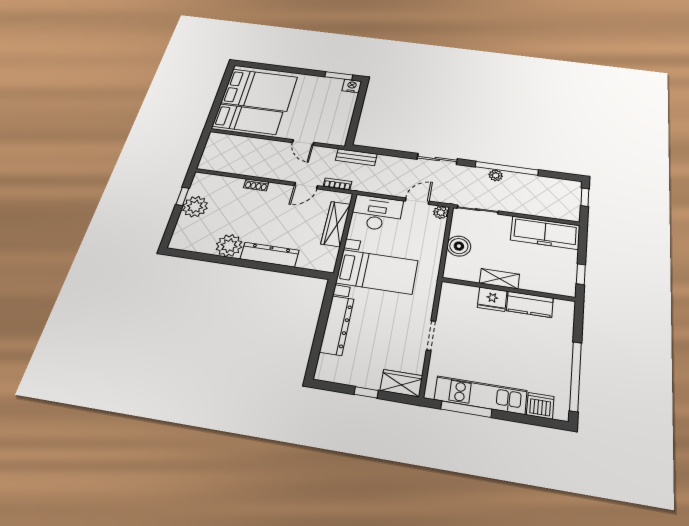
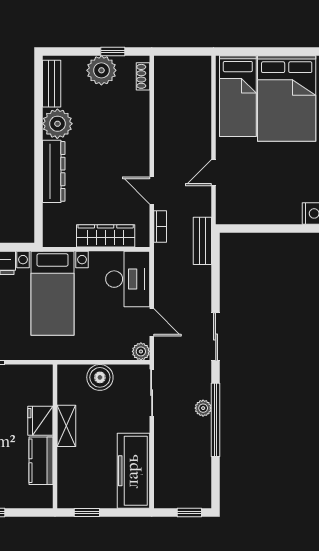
shoe rack: (256, 185) -> (143, 76), moved
bench: (193, 245) -> (52, 84), added

